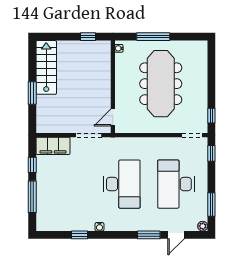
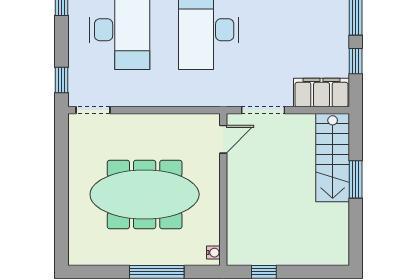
stairs: (46, 67) -> (333, 158), moved
meeting table: (161, 84) -> (145, 194), turned 90
window: (211, 116) -> (61, 142), removed

